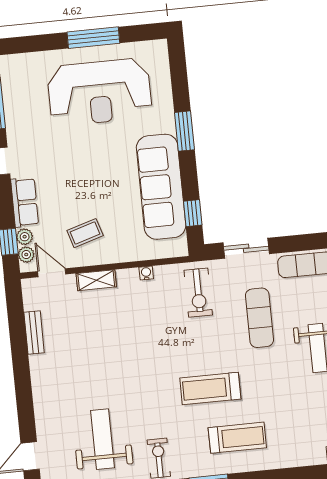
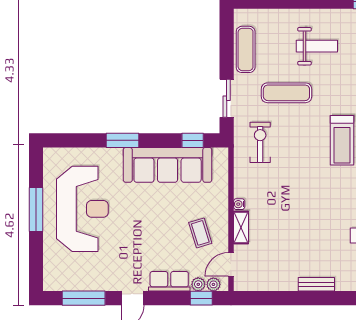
water cooler: (146, 273) -> (239, 204), moved
exercise bike: (198, 293) -> (260, 142), turned -90
bench: (34, 332) -> (316, 284), moved

